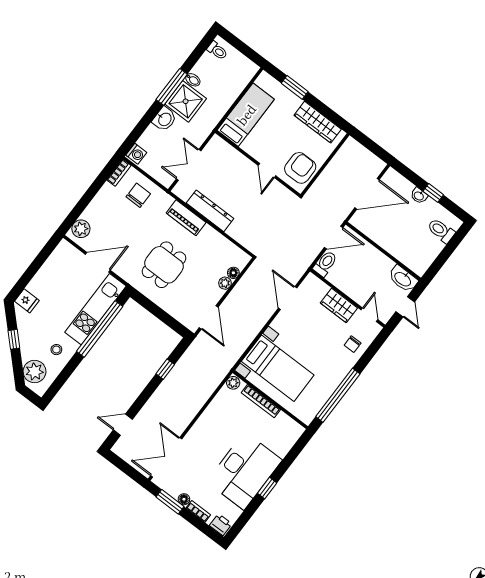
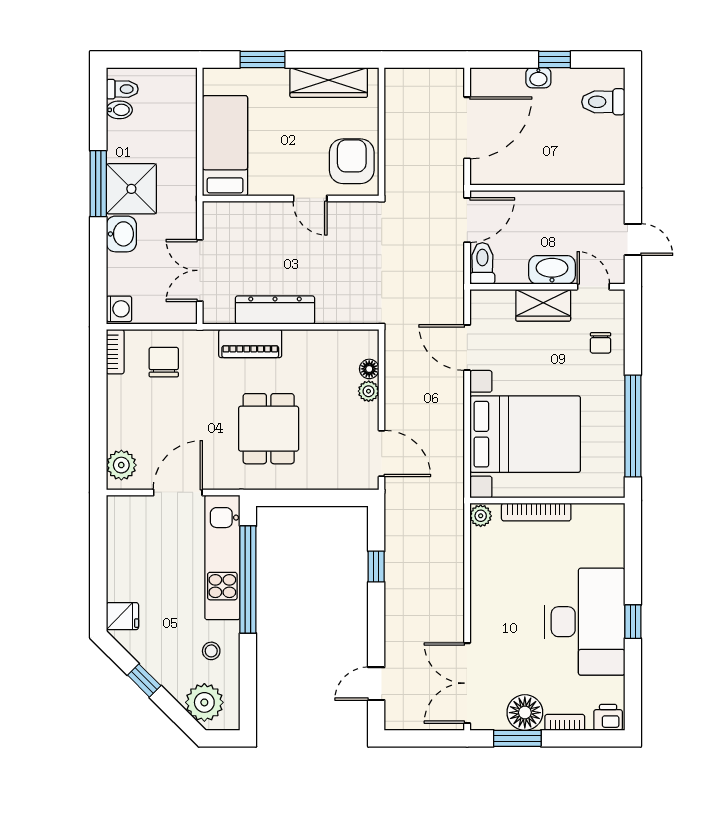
bidet: (193, 80) -> (119, 110), moved
washbasin: (403, 279) -> (552, 270), moved, turned 180
bed with nightstands: (278, 368) -> (525, 434), width x1.36
floor lamp: (184, 499) -> (525, 713), width x1.89, depth x1.89

